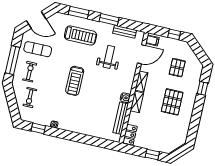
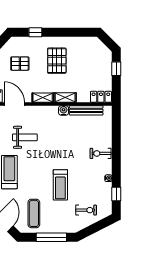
weight bench: (109, 57) -> (25, 137), turned 180
exercise bike: (30, 72) -> (101, 153), moved
treadmill: (75, 81) -> (60, 185), moved, turned 90
pallet: (172, 102) -> (57, 61), turned 90

